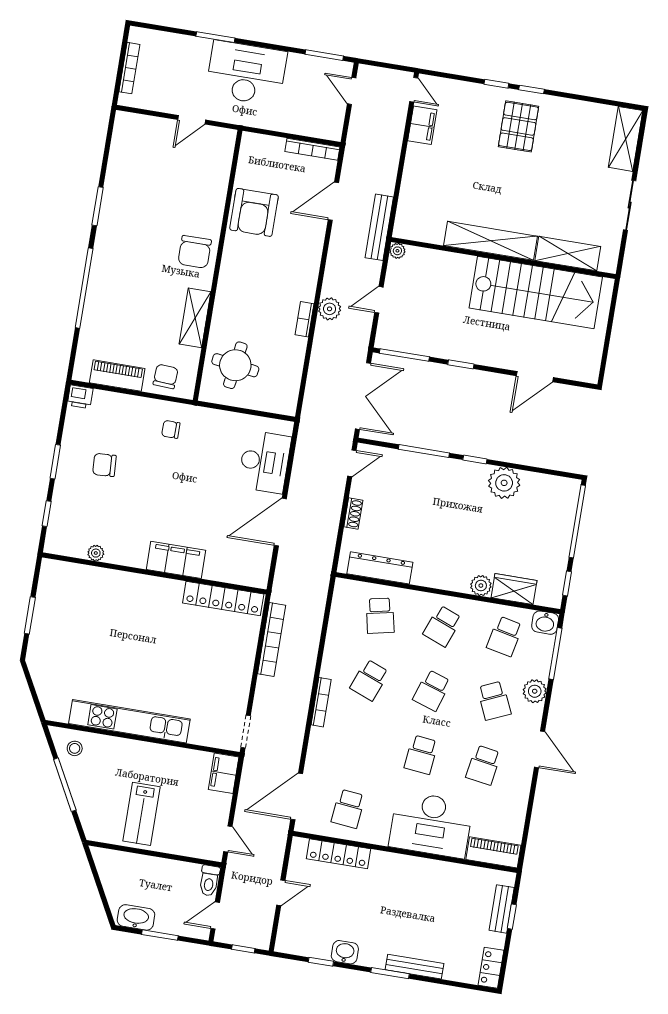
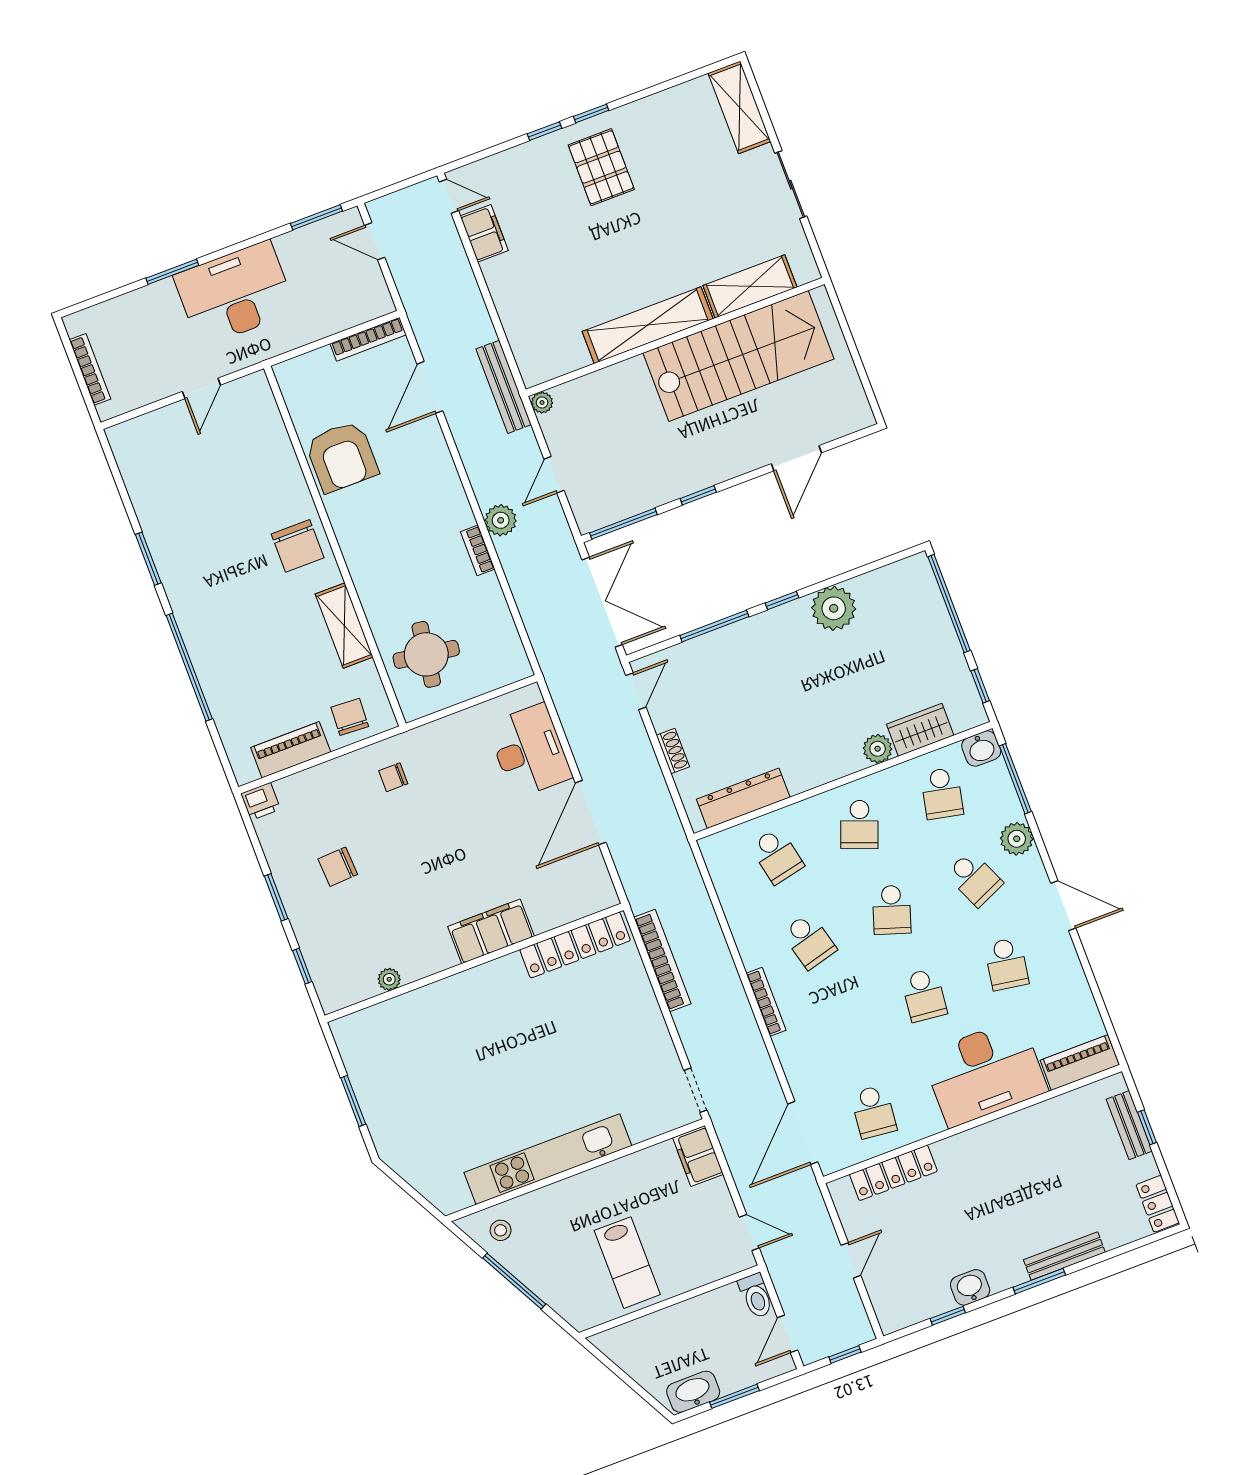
school desk: (369, 680) -> (809, 941), turned -36

